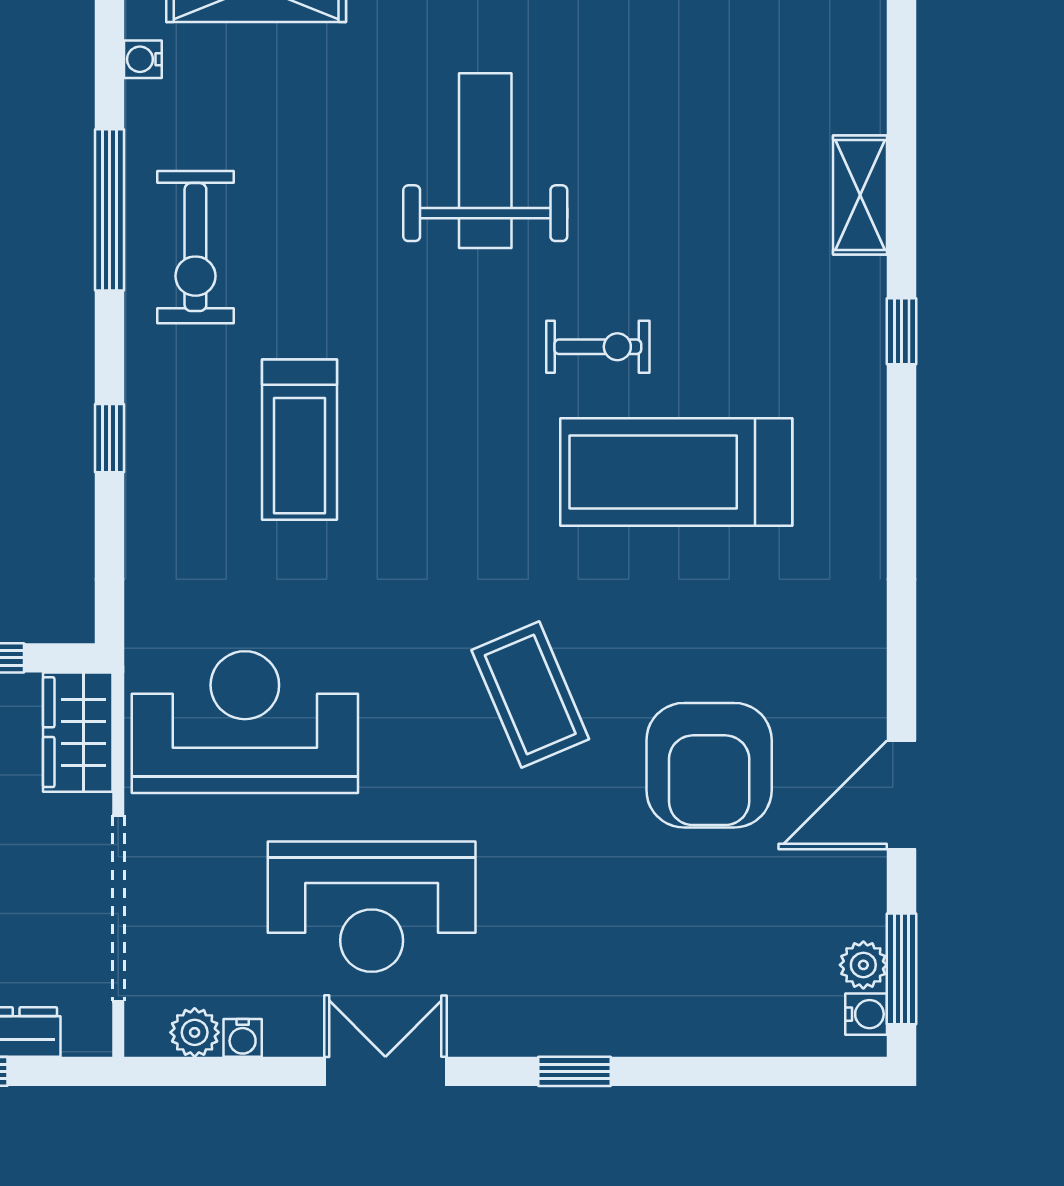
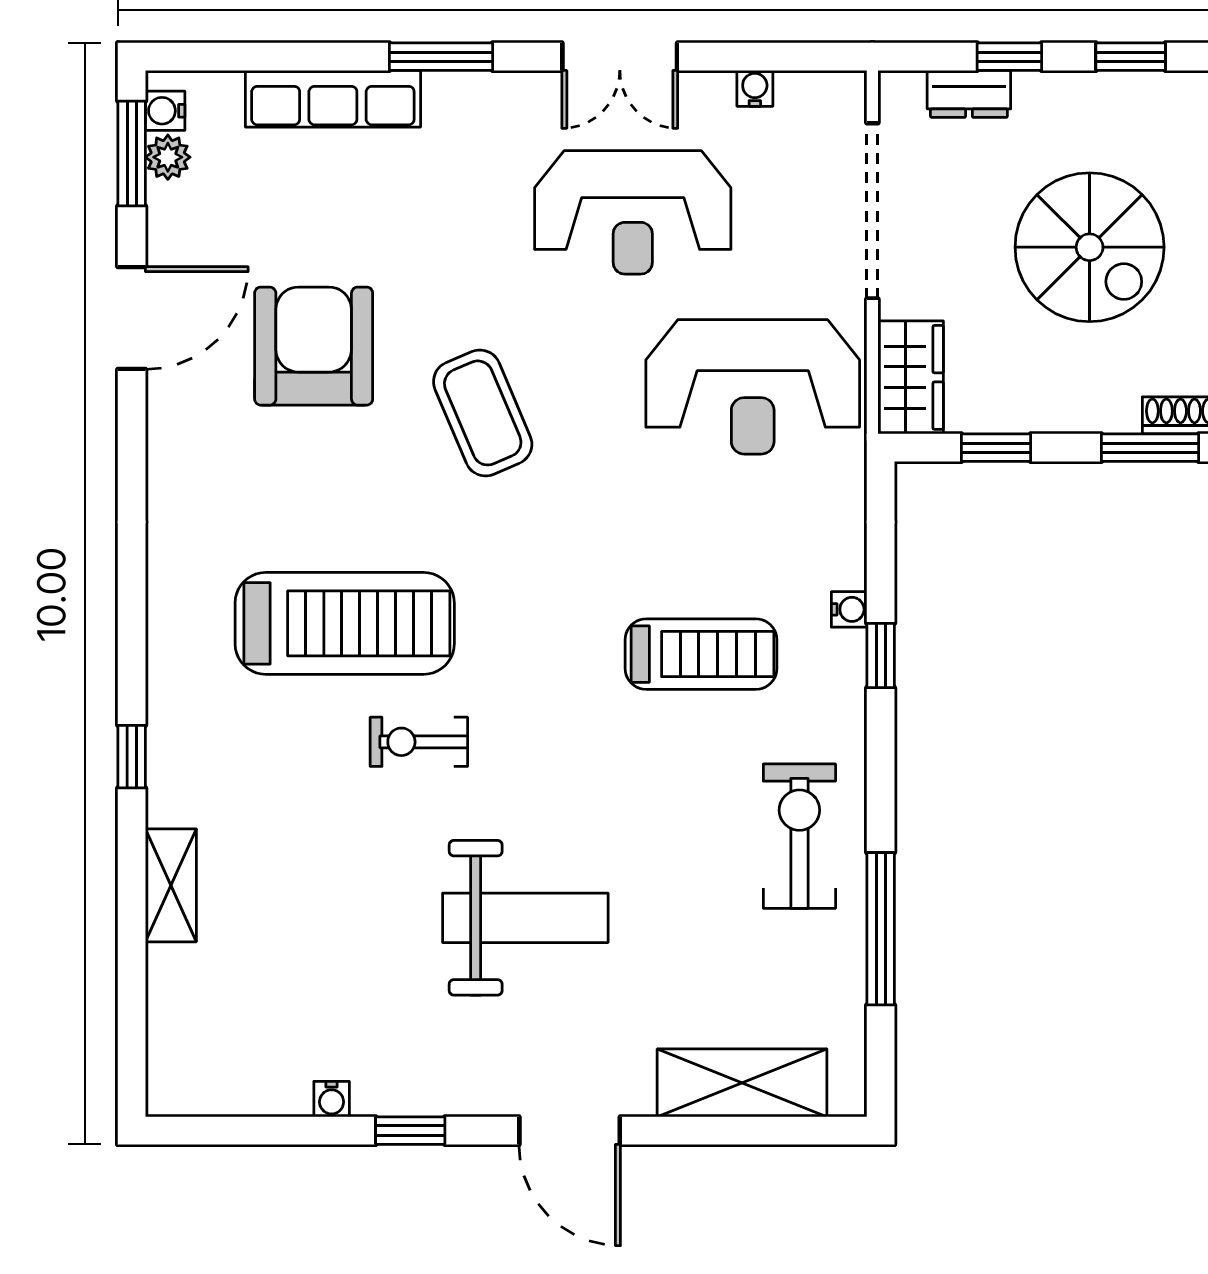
water cooler: (143, 59) -> (849, 609), moved
weight bench: (485, 161) -> (525, 918), turned -90
window: (110, 210) -> (881, 929), moved
treadmill: (299, 440) -> (701, 654), turned 90
reception desk: (372, 907) -> (633, 212), turned 180
row of seats: (689, 1027) -> (333, 99), added
plant: (195, 1032) -> (800, 93), removed
window: (575, 1071) -> (441, 57), width x1.50

